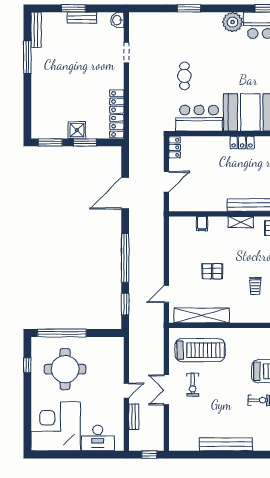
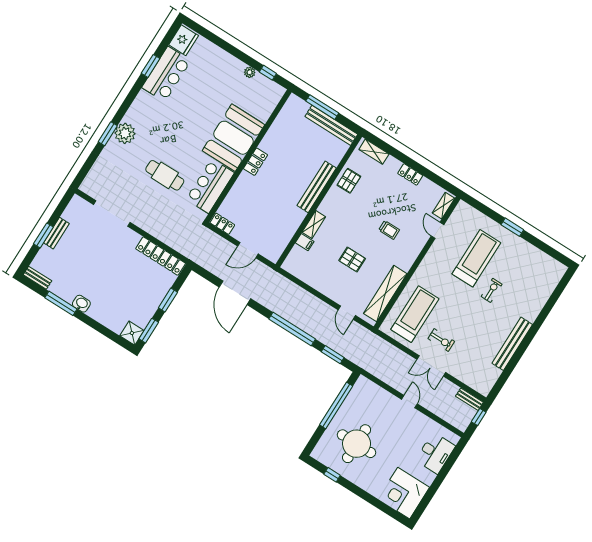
washbasin: (117, 20) -> (81, 304), moved, turned 180
plant: (233, 22) -> (125, 133), moved
bench: (36, 30) -> (37, 278), width x0.73
doorway: (126, 53) -> (112, 213), width x1.88
cafe table: (184, 76) -> (165, 175), width x1.37, depth x1.35
shower: (77, 130) -> (132, 333), moved
door: (166, 182) -> (248, 250), swing flipped
shelving: (241, 222) -> (314, 224), moved
pallet: (212, 271) -> (352, 260), turned 90
window: (62, 333) -> (336, 405), moved
bench: (134, 417) -> (469, 399), moved
corner desk: (56, 426) -> (404, 493), width x0.74, depth x0.74

